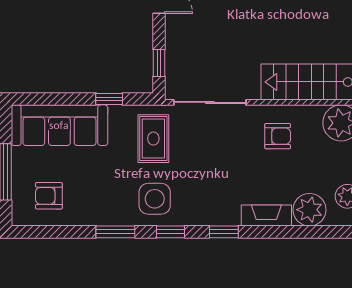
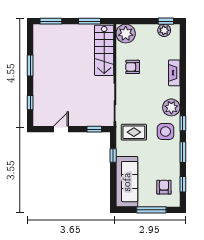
armchair: (278, 136) -> (133, 67), turned -90
armchair: (49, 196) -> (164, 187), turned 180
plant: (310, 210) -> (171, 107), moved
window: (224, 232) -> (183, 184), moved

